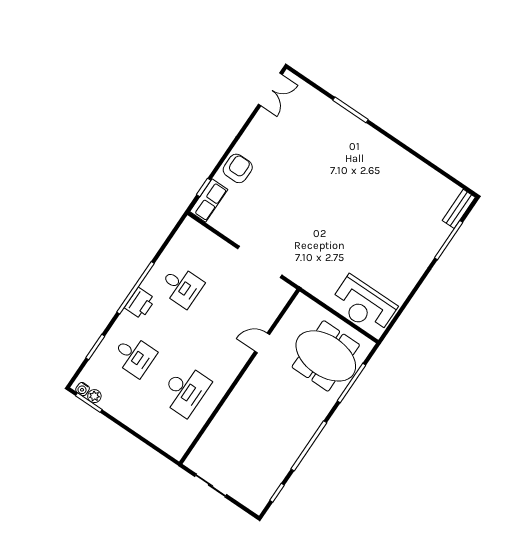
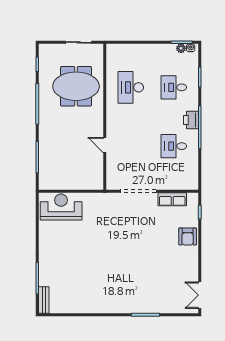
row of seats: (209, 201) -> (172, 199), moved, turned -90
door: (262, 343) -> (105, 145), swing flipped
meeting table: (326, 356) -> (76, 86), moved

